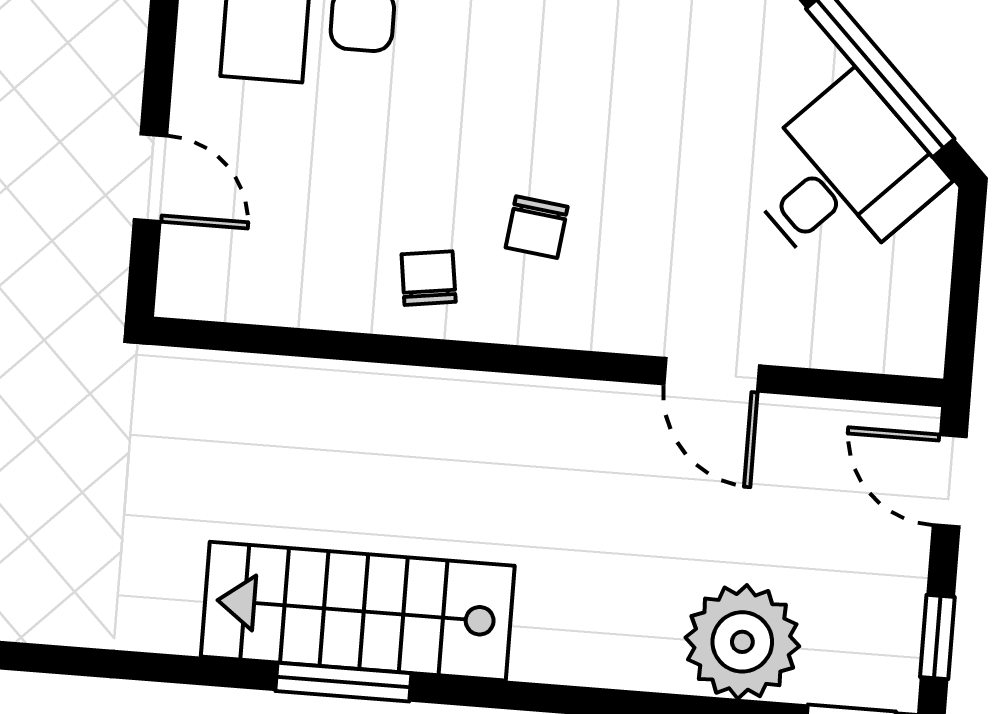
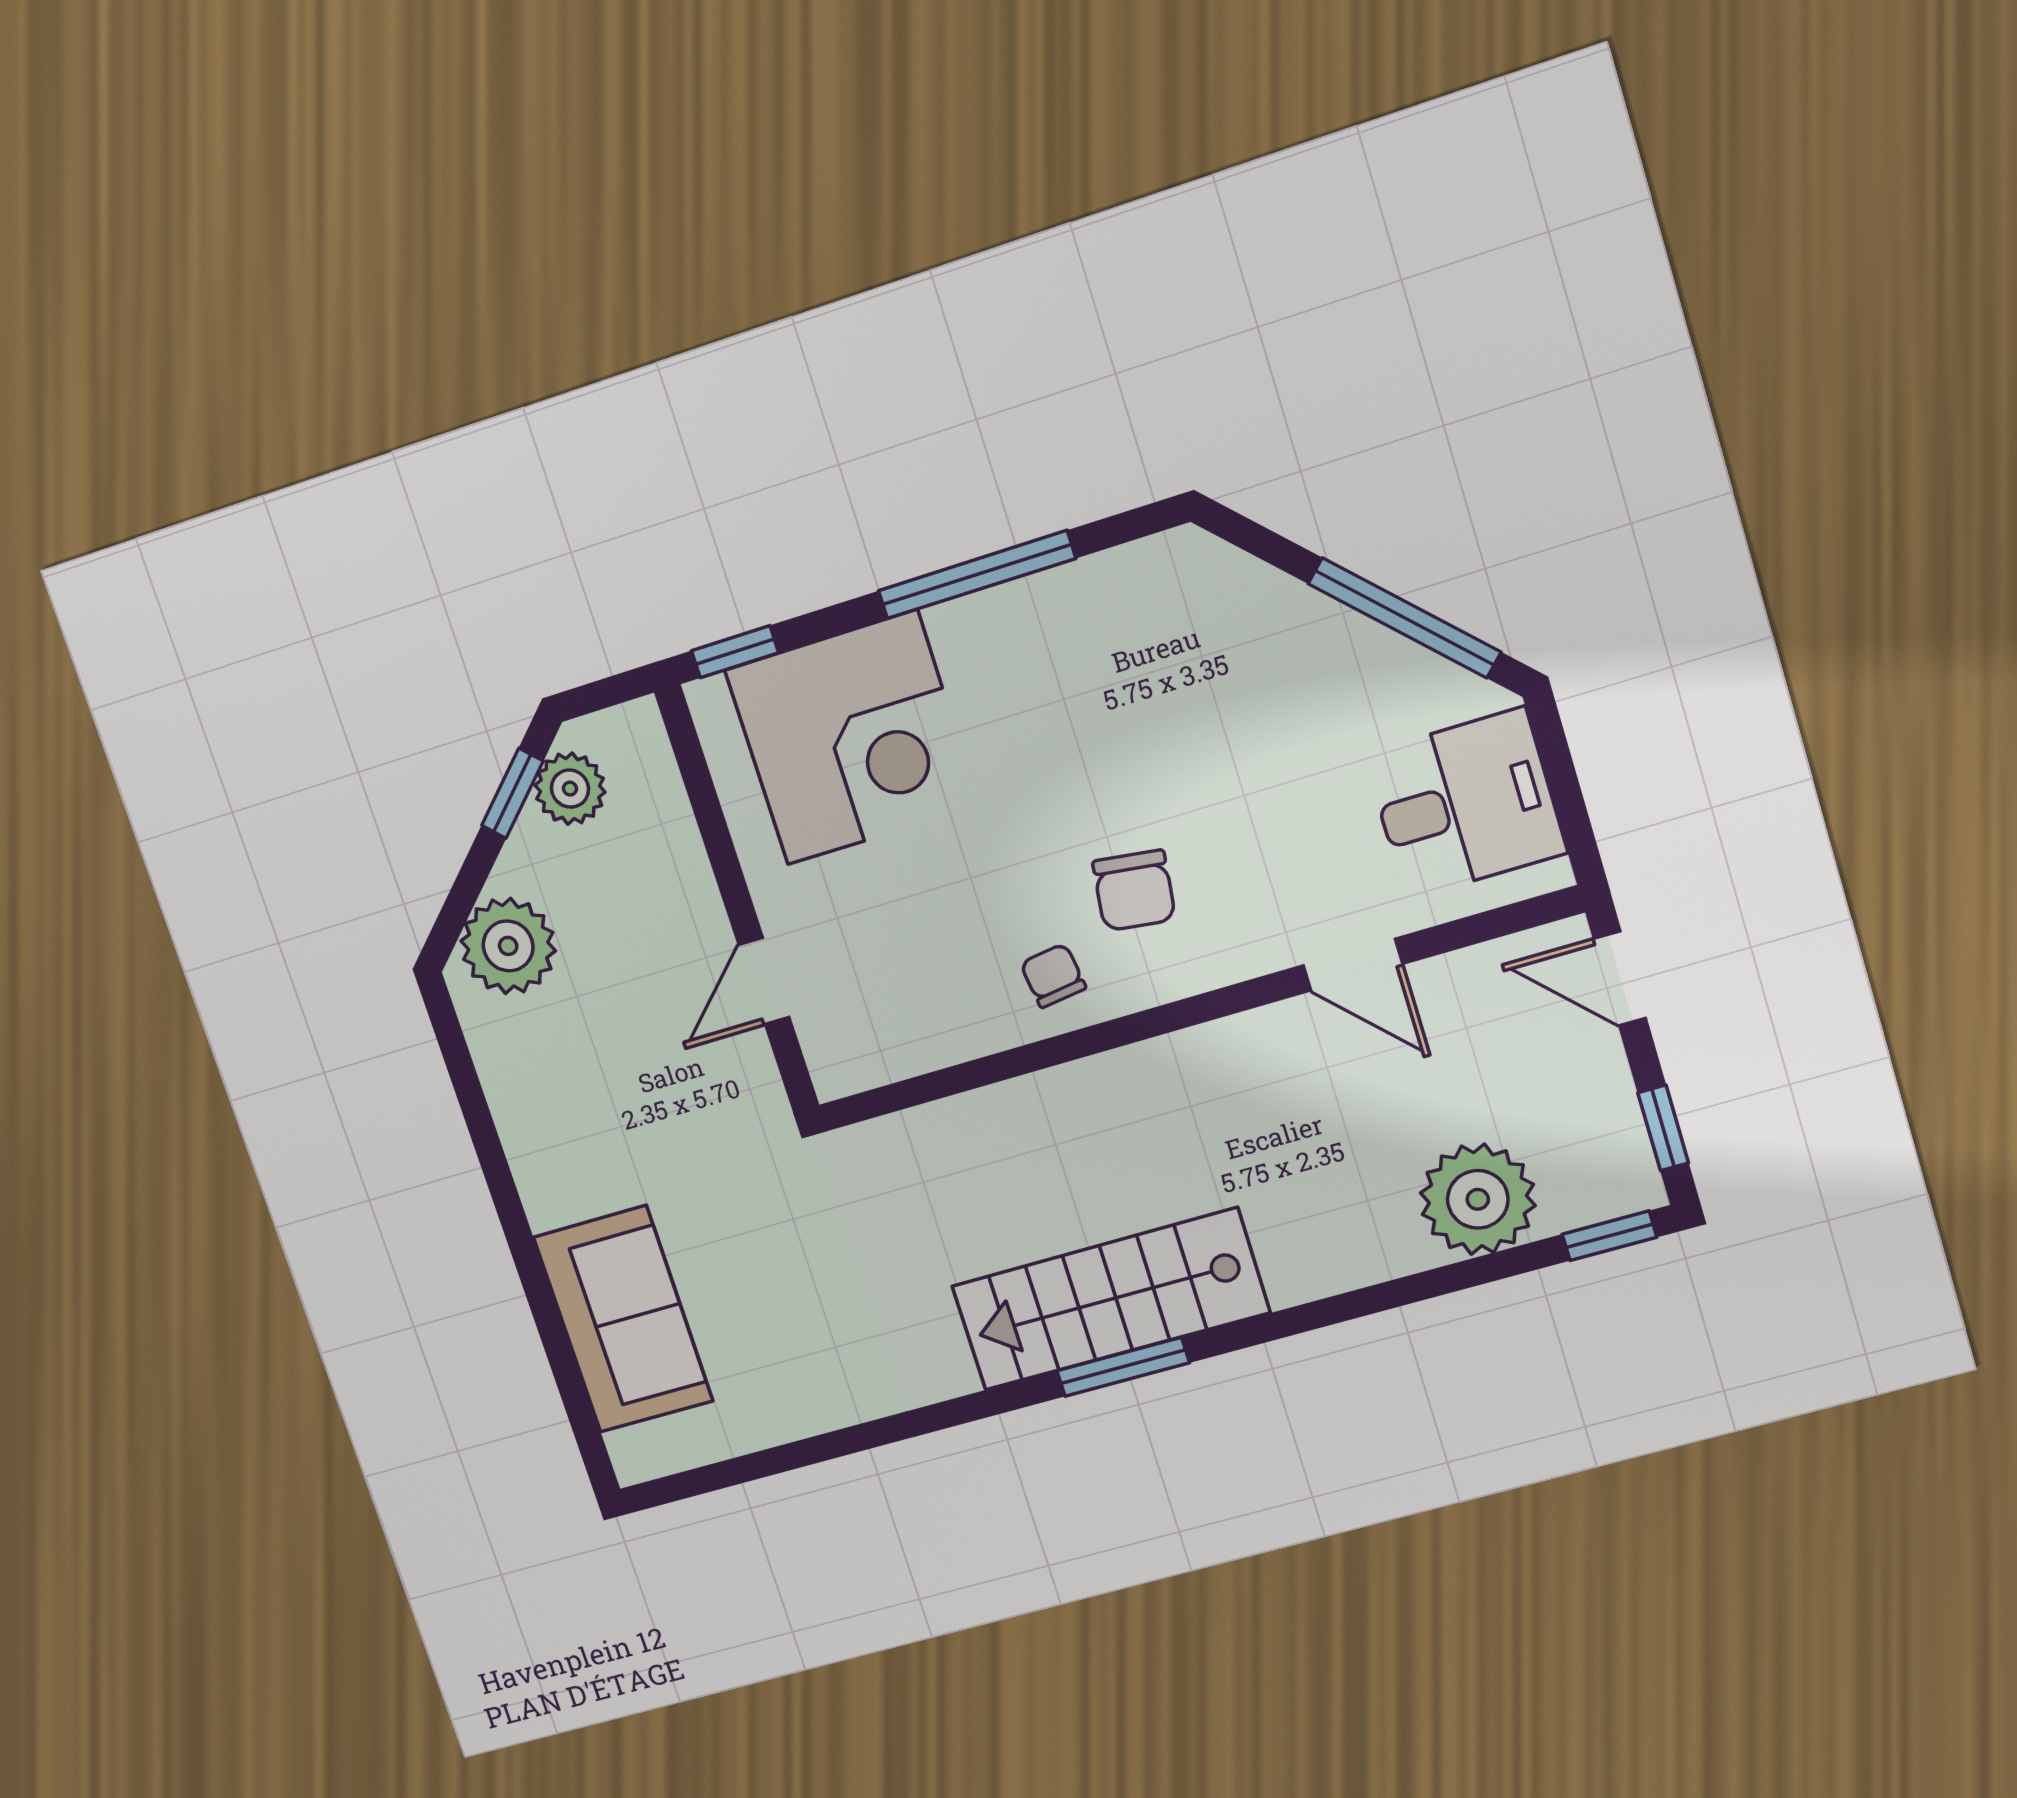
desk: (842, 177) -> (1465, 804), moved, turned 45
door: (151, 178) -> (764, 981), swing flipped
chair: (537, 227) -> (1134, 890), width x1.37, depth x1.37

